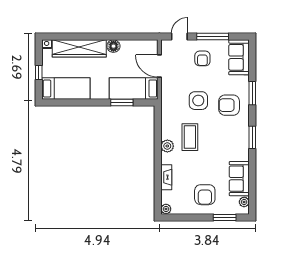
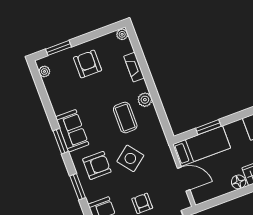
side table: (198, 101) -> (130, 158), turned -38
sofa: (239, 179) -> (72, 131), moved

